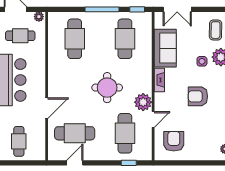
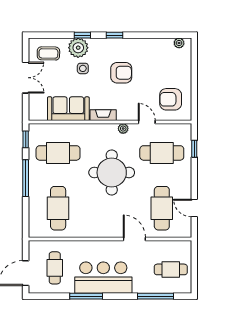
double door: (177, 9) -> (26, 78), moved
plant: (39, 17) -> (34, 247), removed
cafe table: (75, 39) -> (58, 208), turned 90
round table: (107, 88) -> (112, 173), width x1.36, depth x1.36
armchair: (198, 96) -> (121, 73), turned -90
plant: (143, 102) -> (123, 129), width x0.53, depth x0.53

